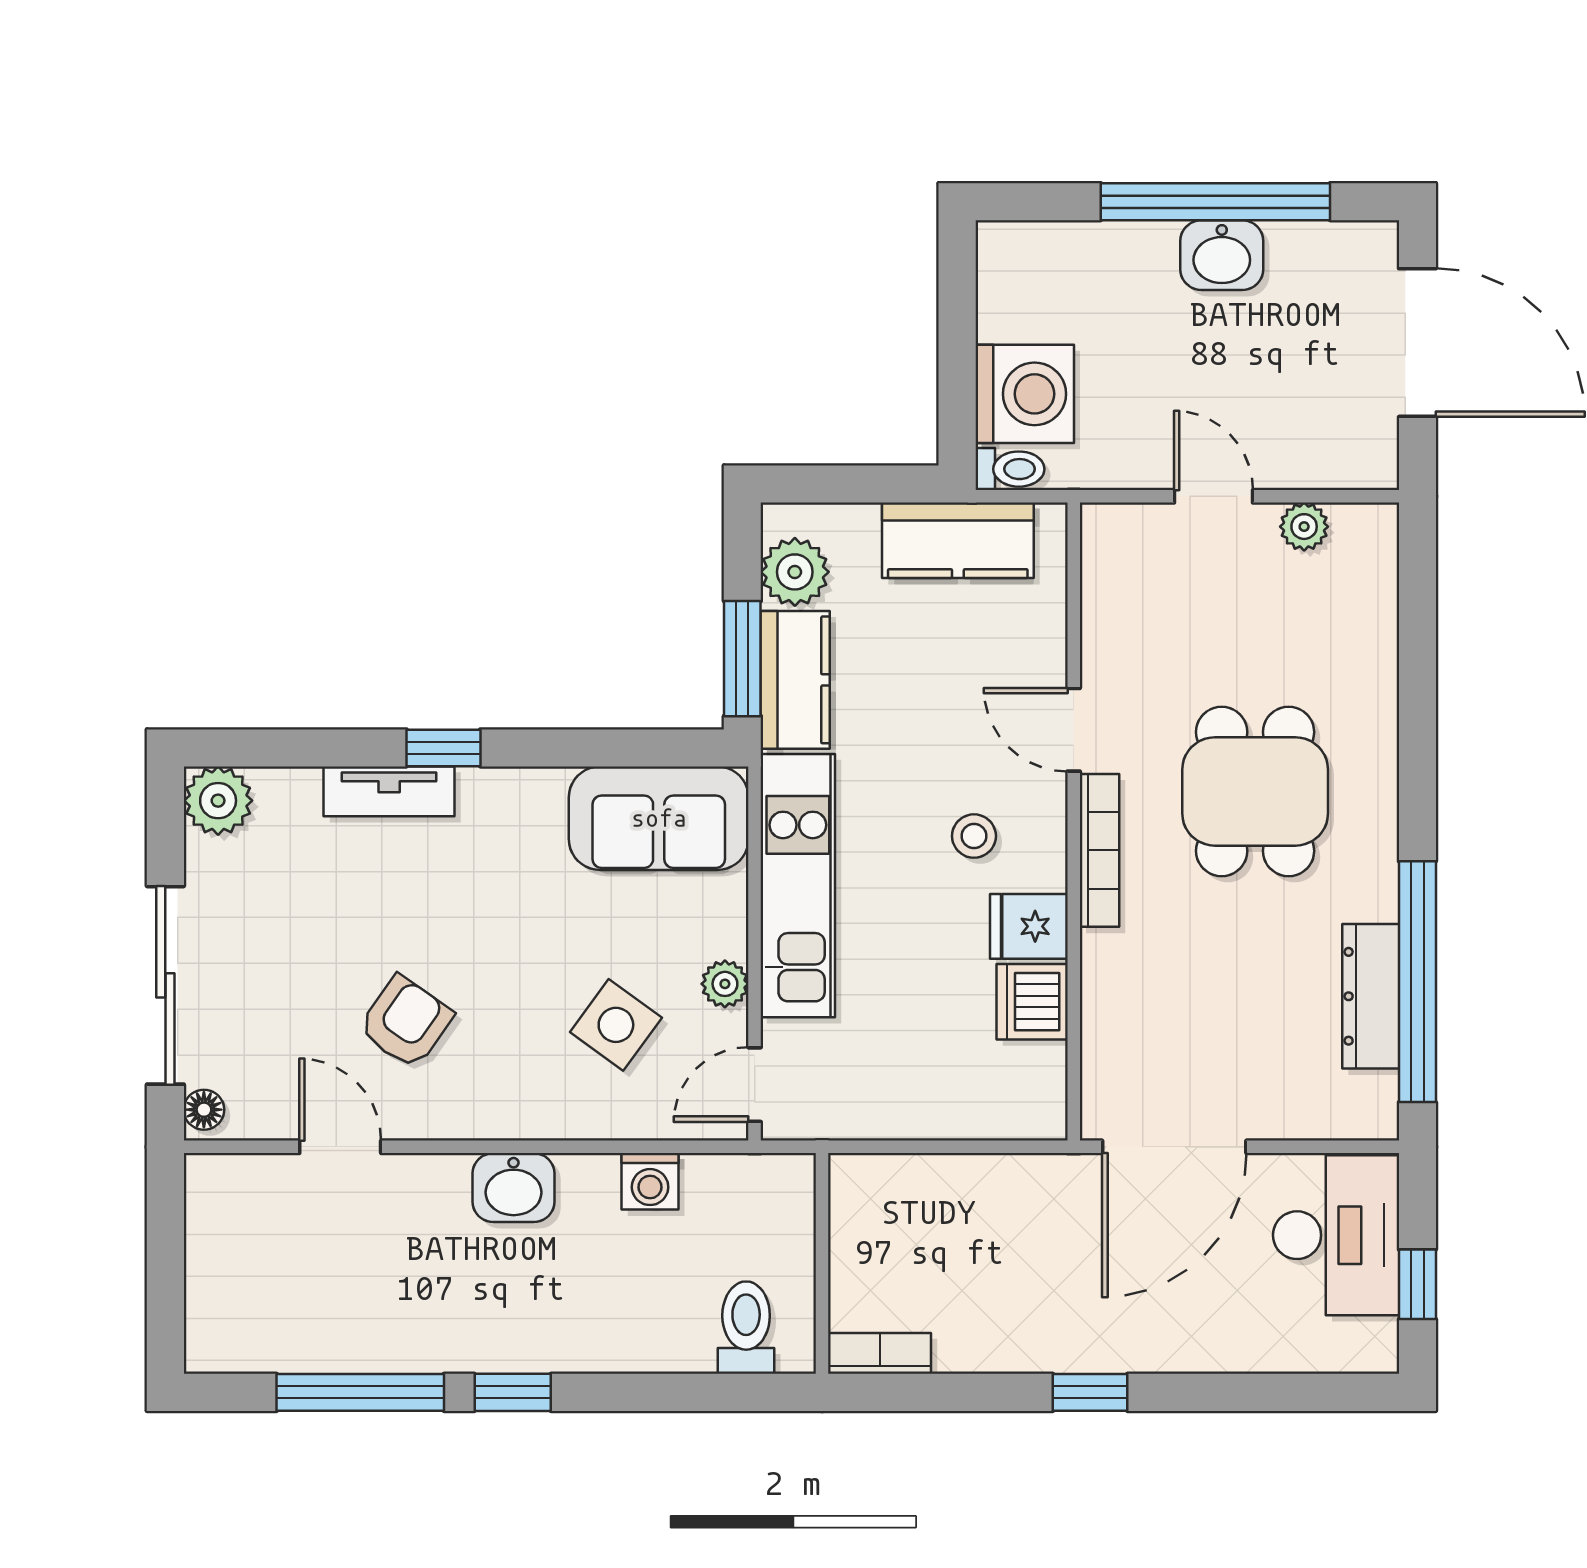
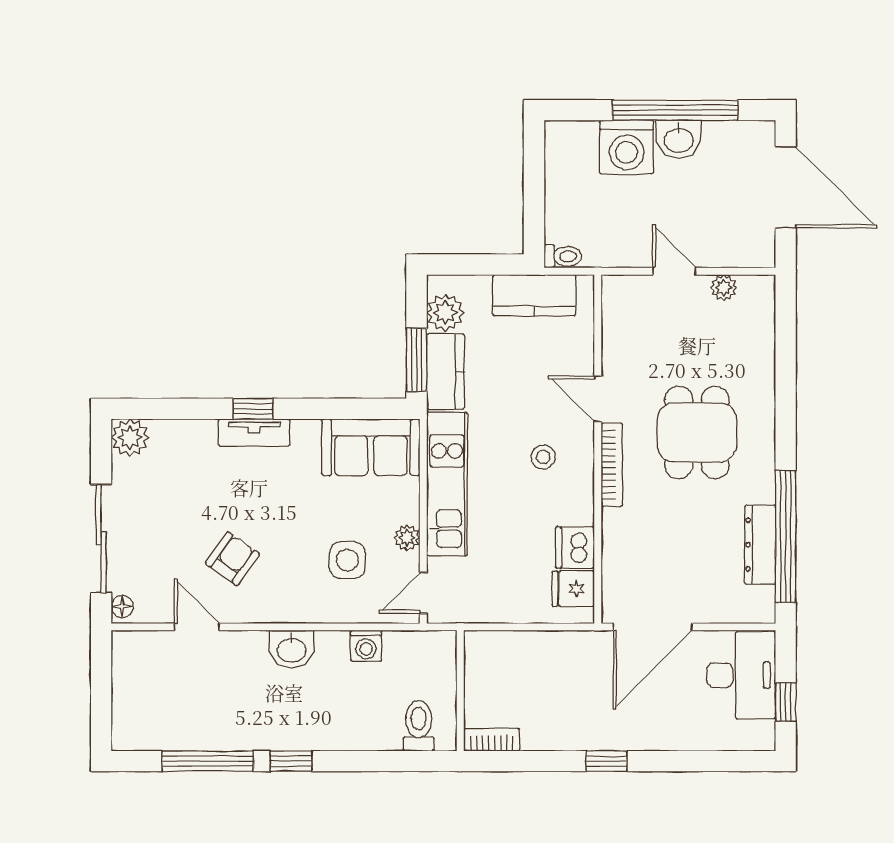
washing machine: (1025, 394) -> (626, 147), moved, turned 90
tv unit: (389, 791) -> (254, 432), moved
fridge: (1029, 926) -> (573, 589), moved
side table: (616, 1025) -> (347, 560), turned -36

